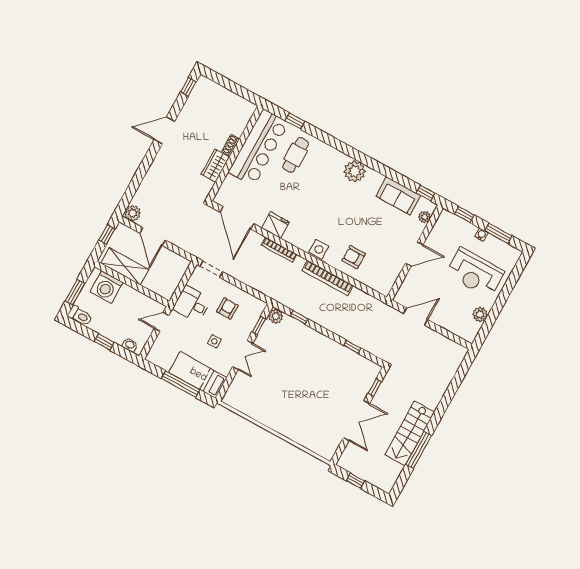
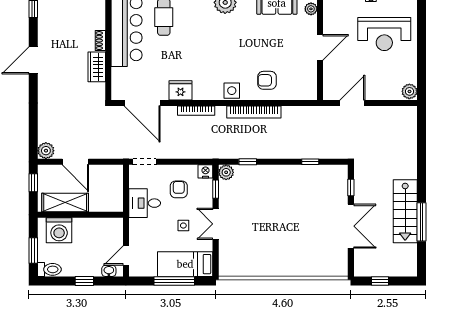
nightstand: (259, 306) -> (205, 171), added
plant: (480, 314) -> (409, 91), moved
door: (162, 322) -> (126, 256), moved
double door: (243, 355) -> (216, 224), swing flipped

